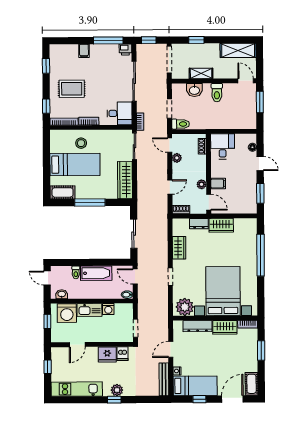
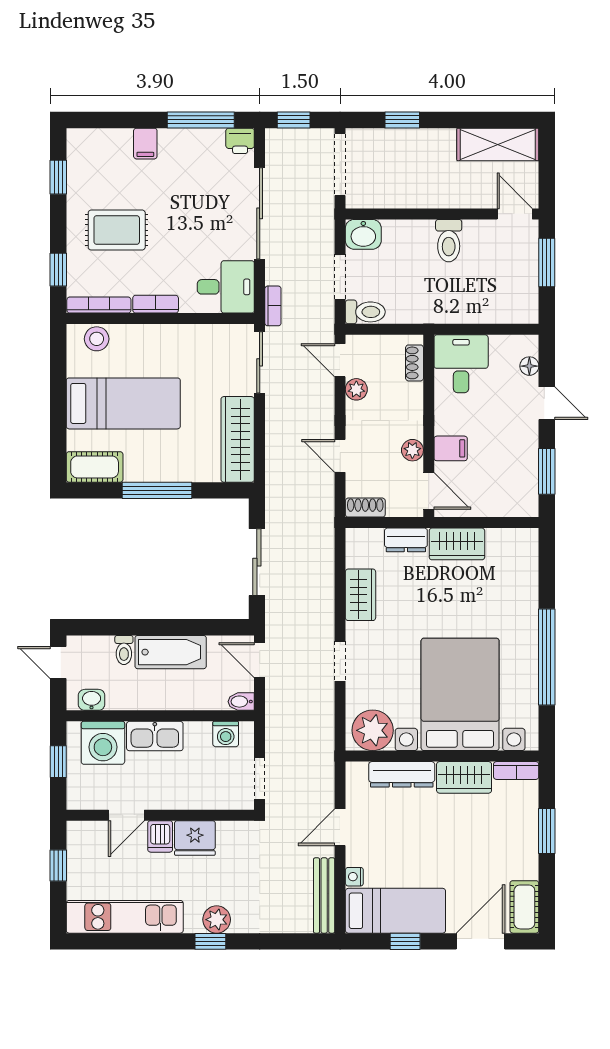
shelving: (201, 73) -> (413, 196), removed
washbasin: (194, 90) -> (363, 234), moved
stool: (81, 143) -> (97, 339), moved
door: (170, 187) -> (340, 456), swing flipped
window: (261, 255) -> (547, 657), moved
washing machine: (108, 309) -> (226, 734), moved
dishwasher: (122, 354) -> (160, 836), moved

